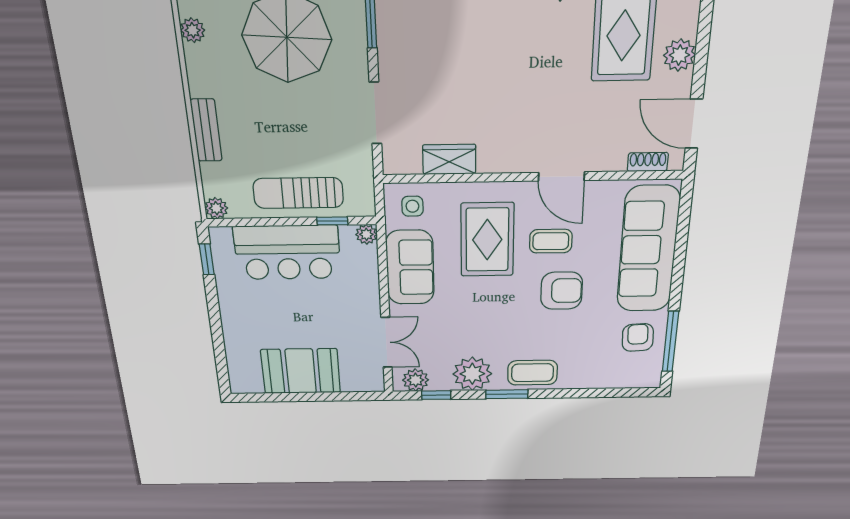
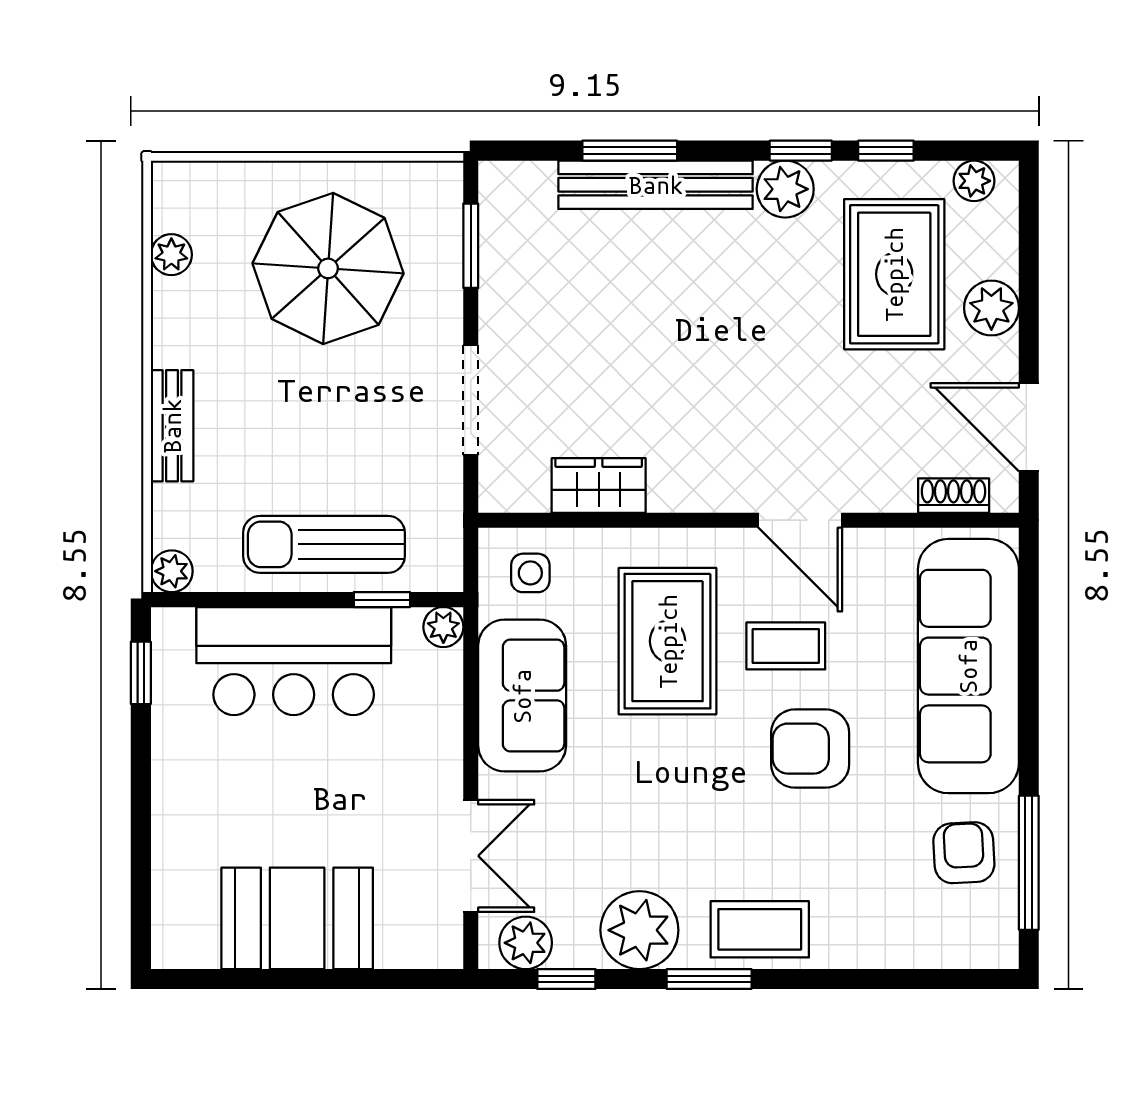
armchair: (562, 291) -> (810, 749), turned 180

